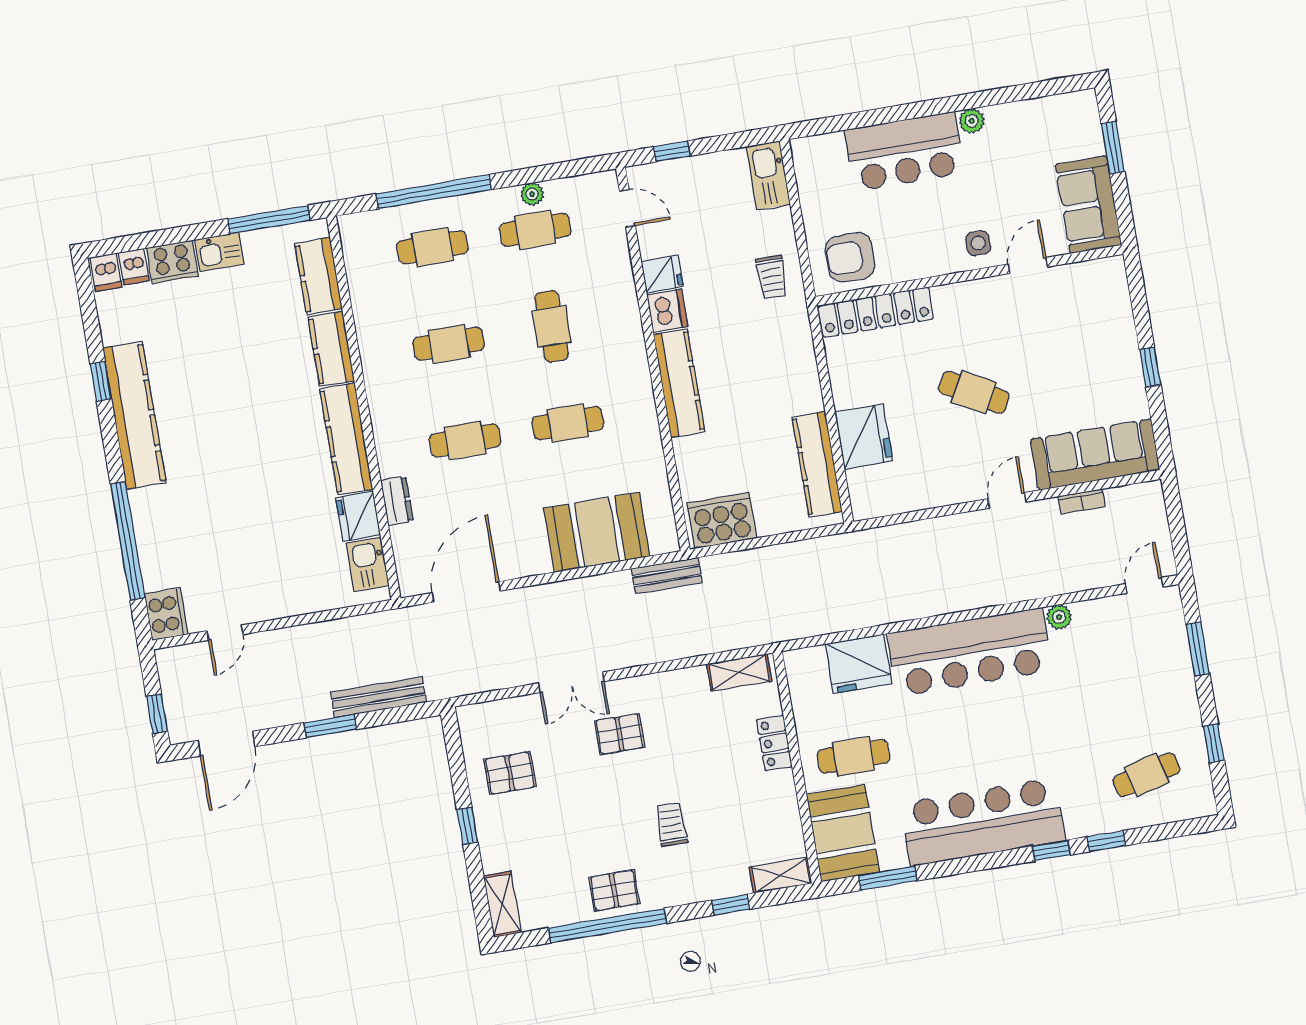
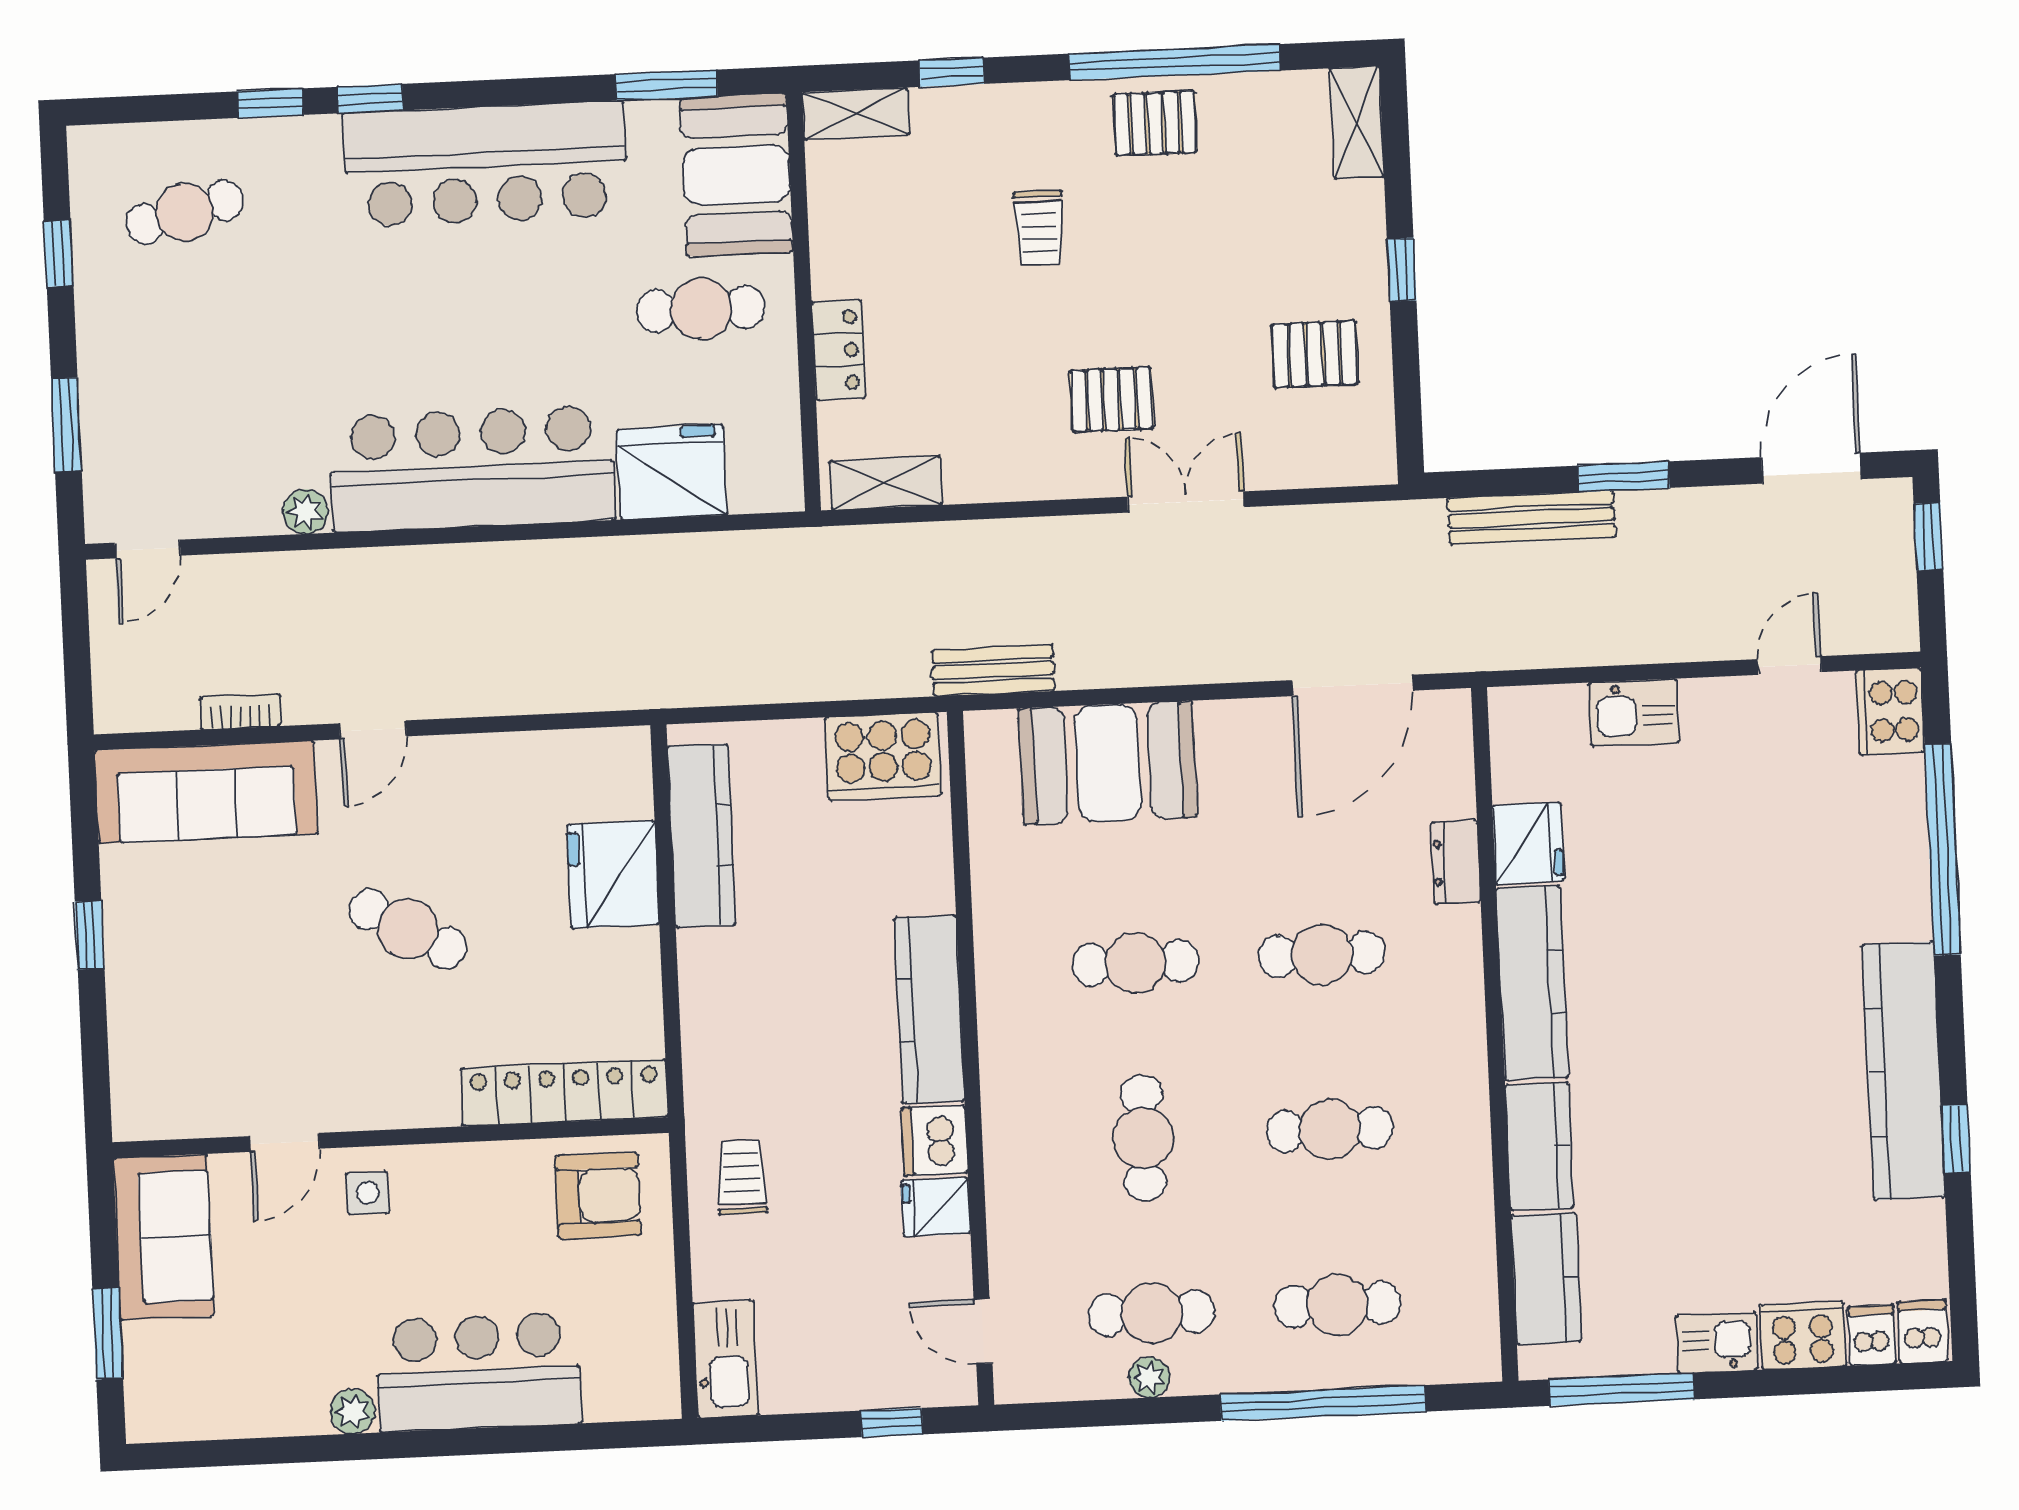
kitchen sink: (367, 564) -> (1634, 712), moved, turned 90

